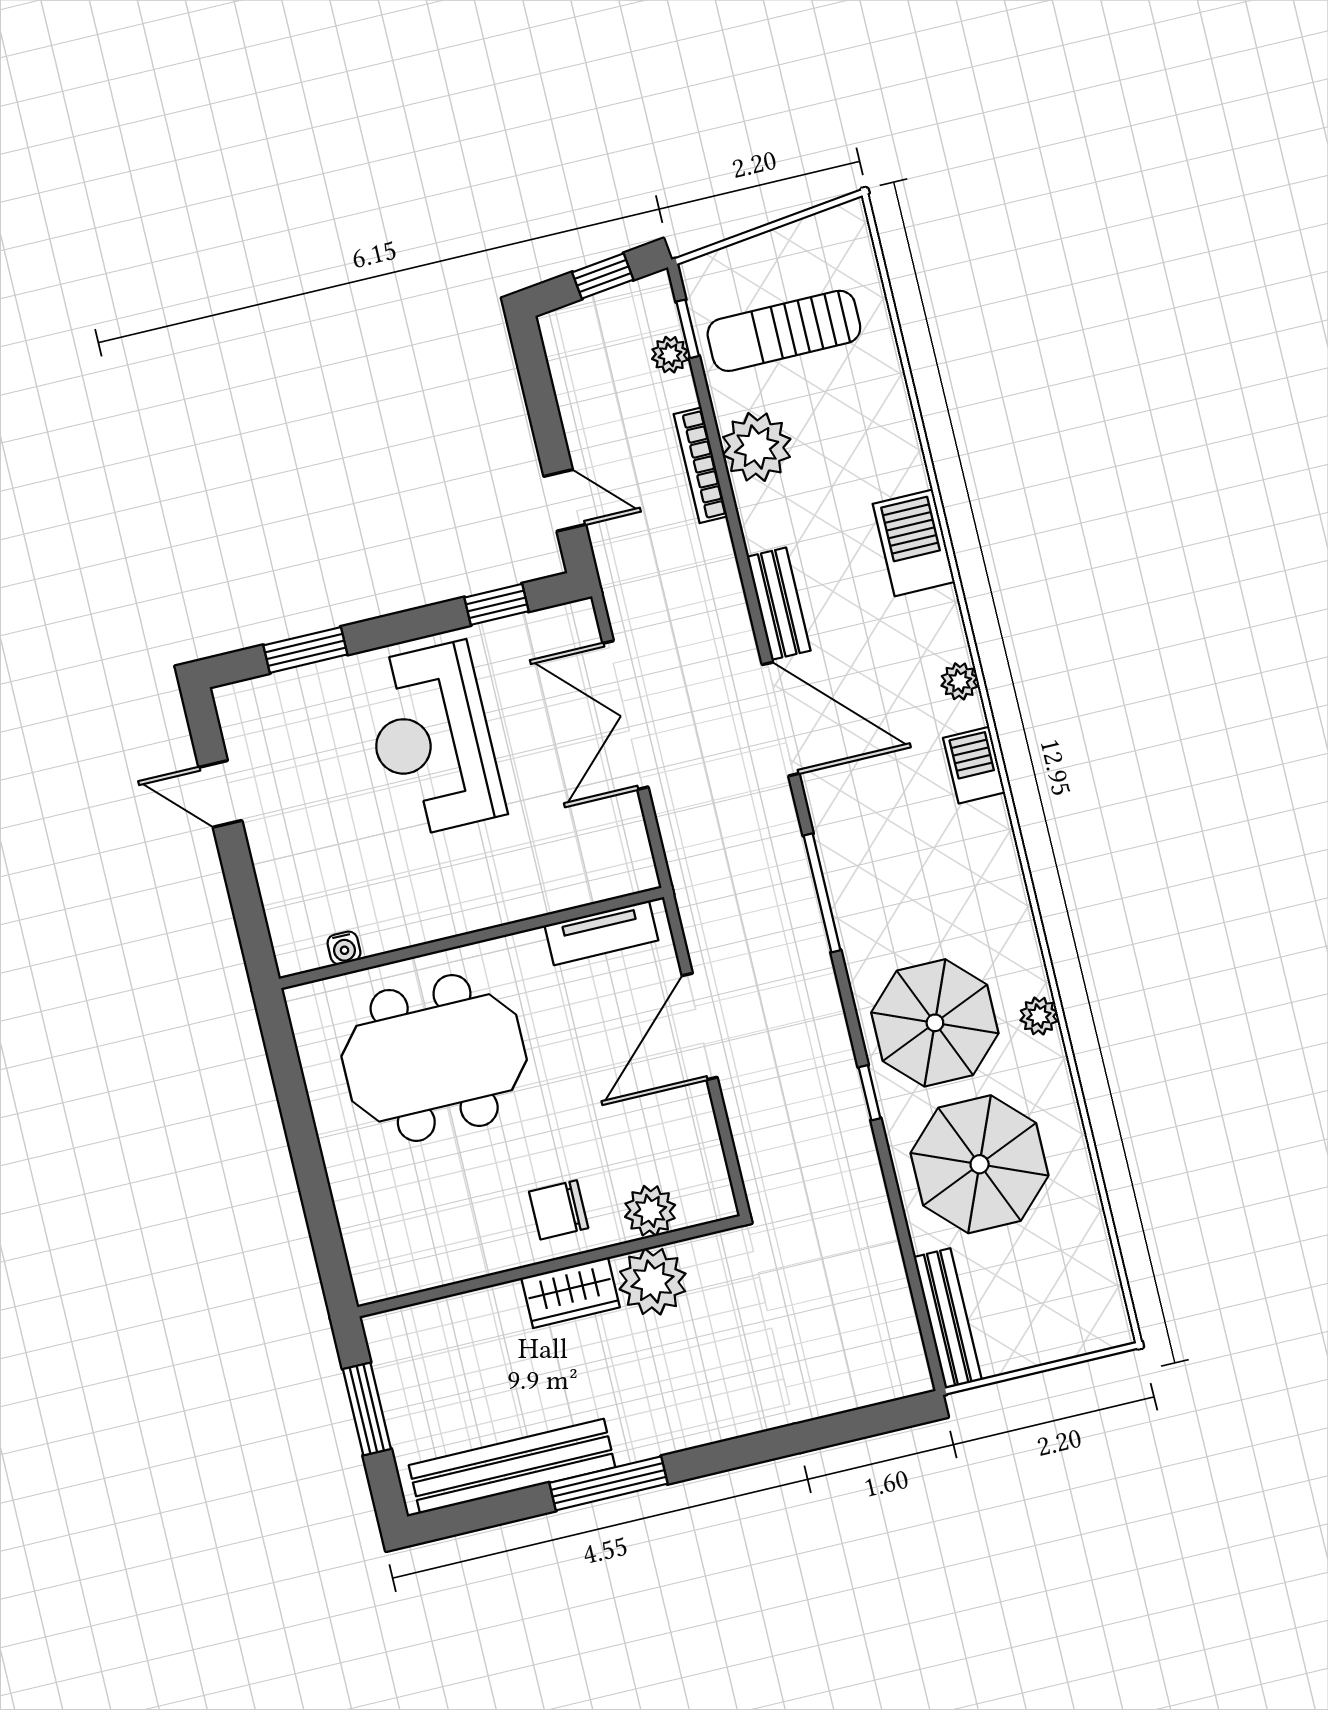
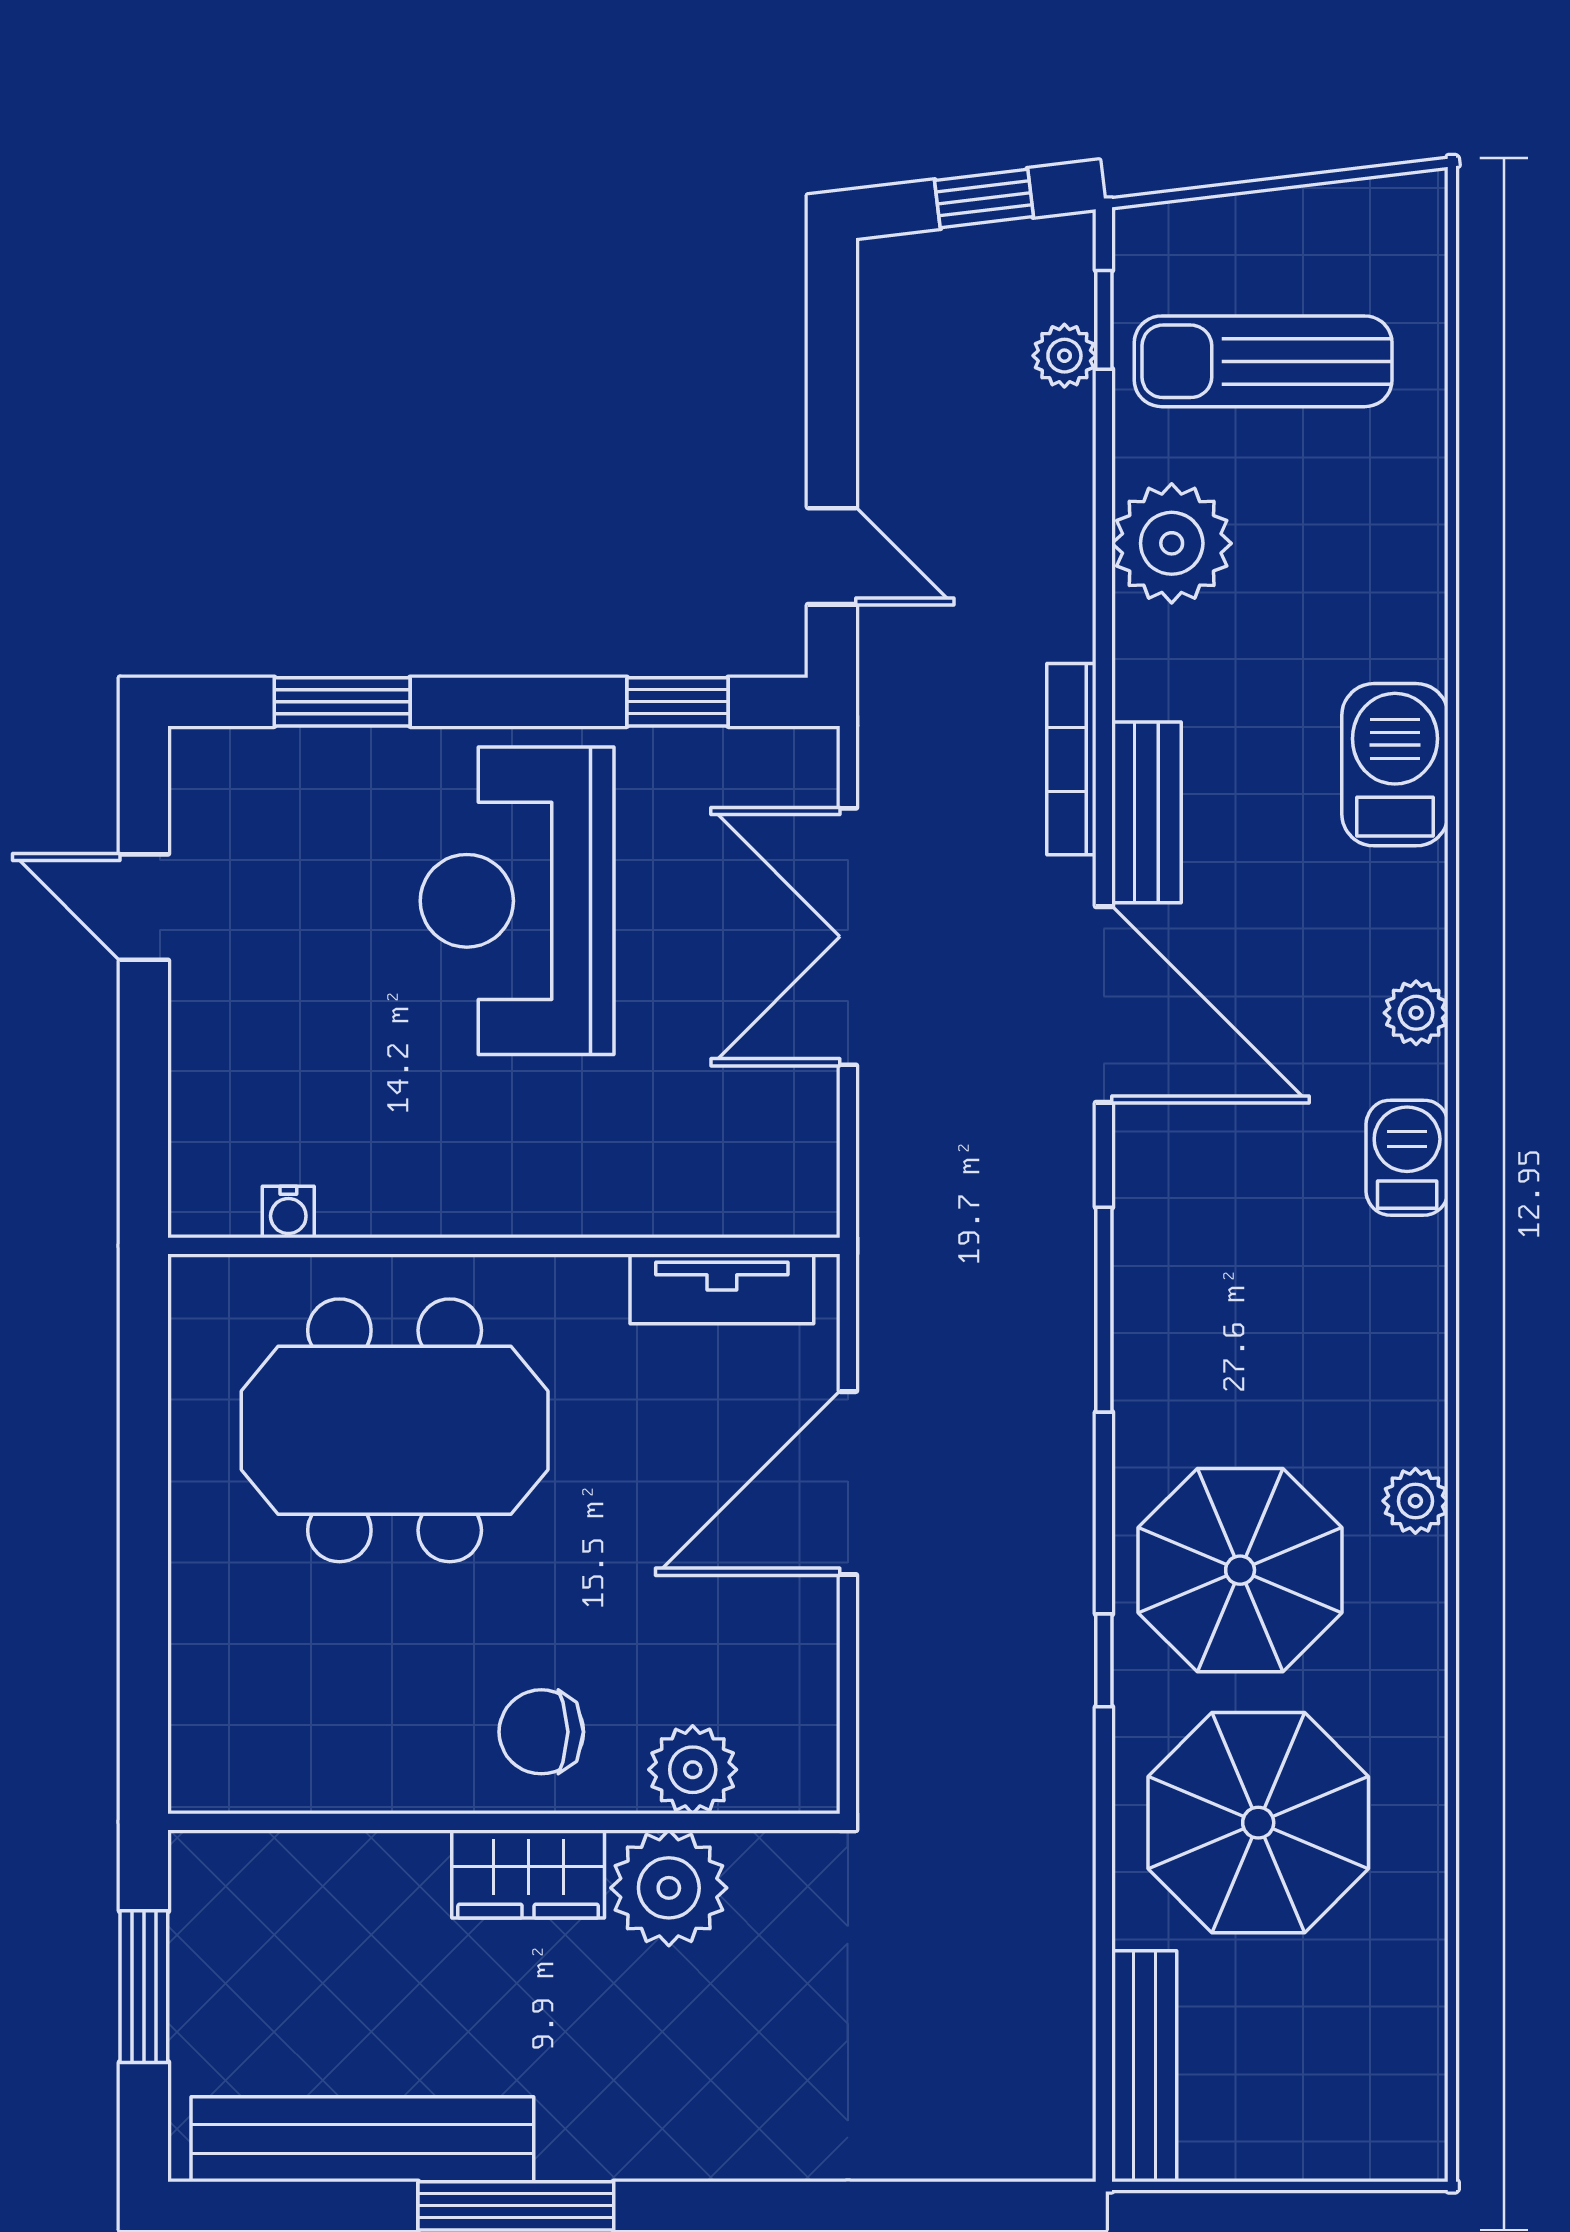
bookcase: (701, 465) -> (1071, 759), moved
plant: (1039, 1016) -> (1415, 1501), moved

